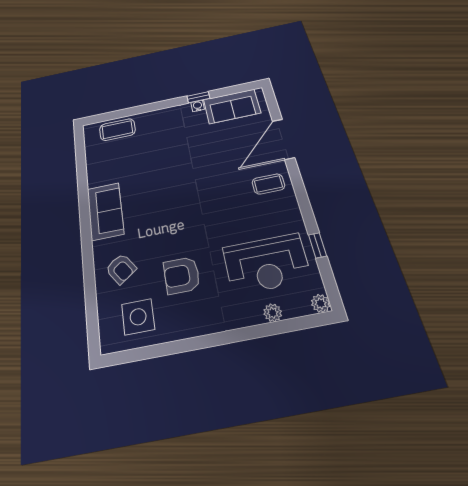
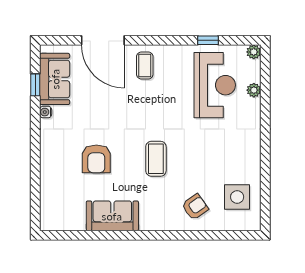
window: (198, 97) -> (35, 85), moved
coffee table: (117, 130) -> (156, 159), moved
sofa: (105, 211) -> (112, 216), moved
armchair: (182, 275) -> (96, 159), moved

